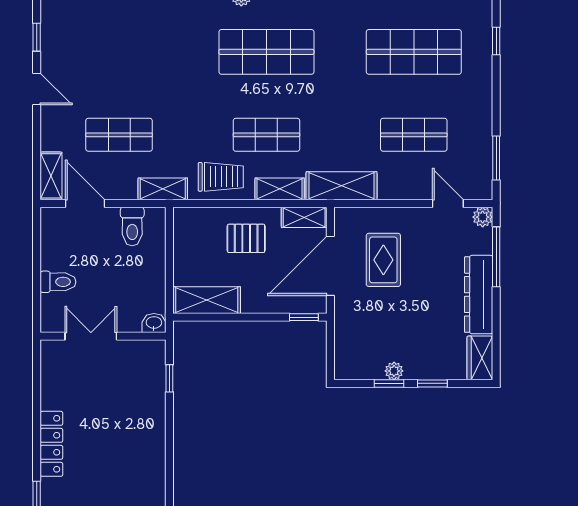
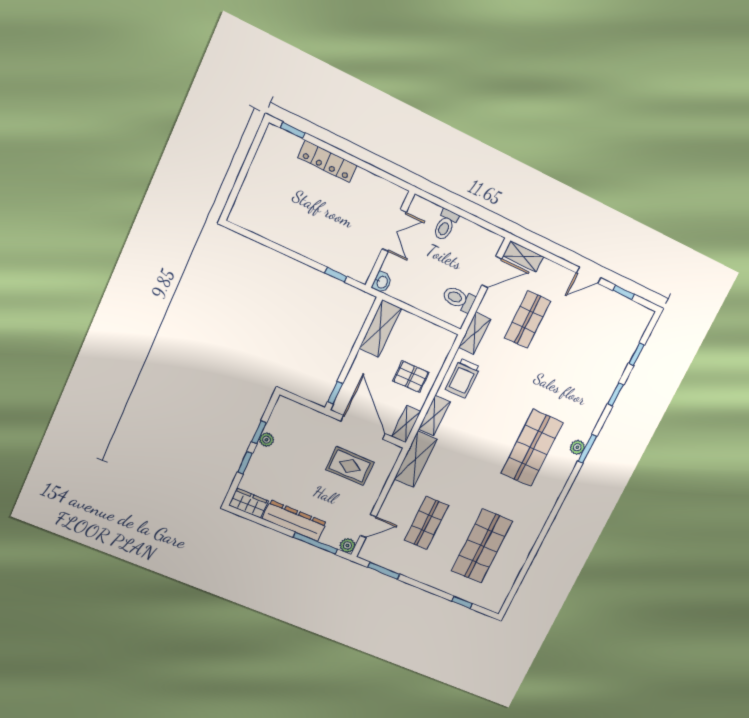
shop shelf: (266, 135) -> (476, 423), removed
pallet: (246, 238) -> (411, 377), turned 90

